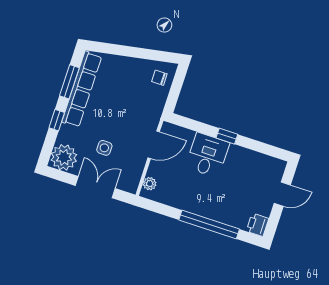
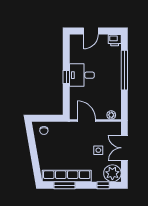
window: (57, 120) -> (103, 185), moved
desk: (208, 155) -> (82, 75), moved
door: (282, 194) -> (91, 31), swing flipped

